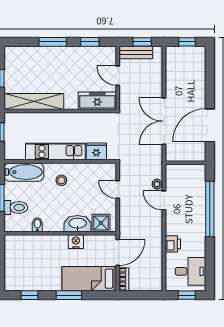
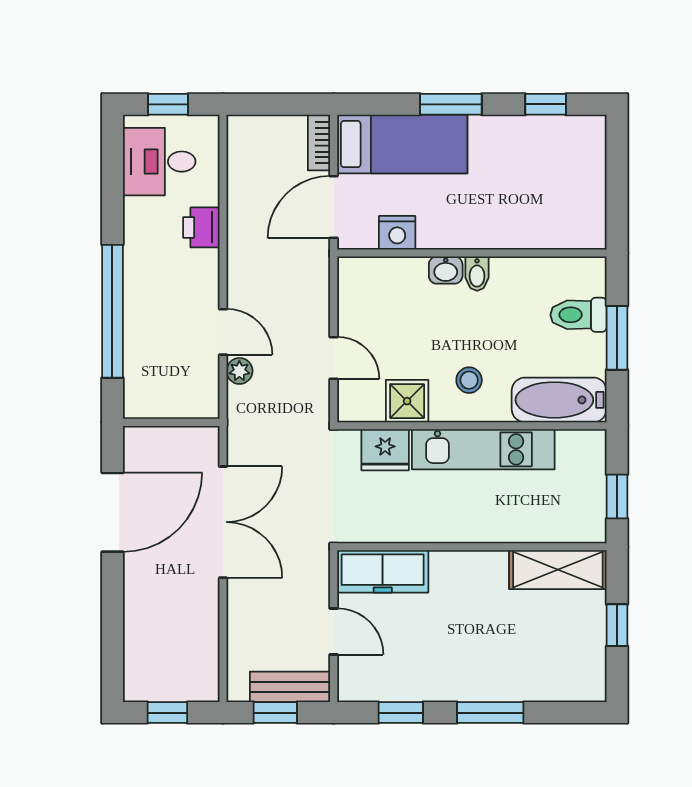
shelving: (34, 101) -> (558, 570), width x0.68
shower: (101, 223) -> (407, 401), moved
washbasin: (78, 224) -> (446, 270), width x0.52, depth x0.69
bidet: (37, 225) -> (477, 274), moved
nightstand: (76, 242) -> (397, 233), moved

